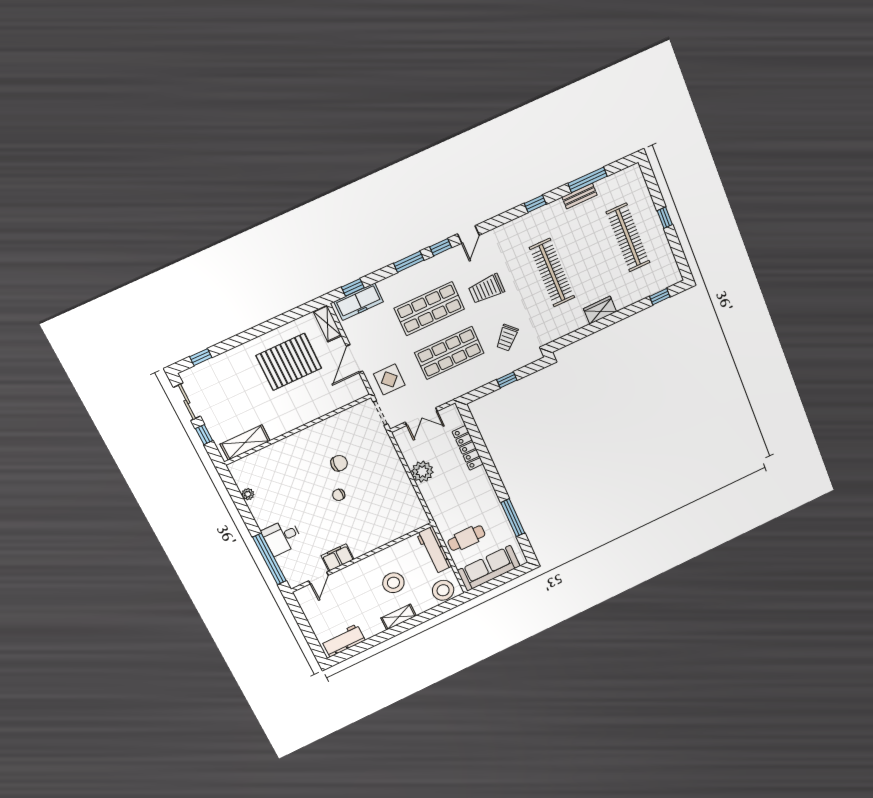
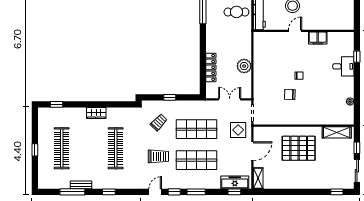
pallet: (289, 362) -> (299, 148), moved
window: (269, 559) -> (357, 57), width x0.32
door: (318, 578) -> (295, 31), moved

